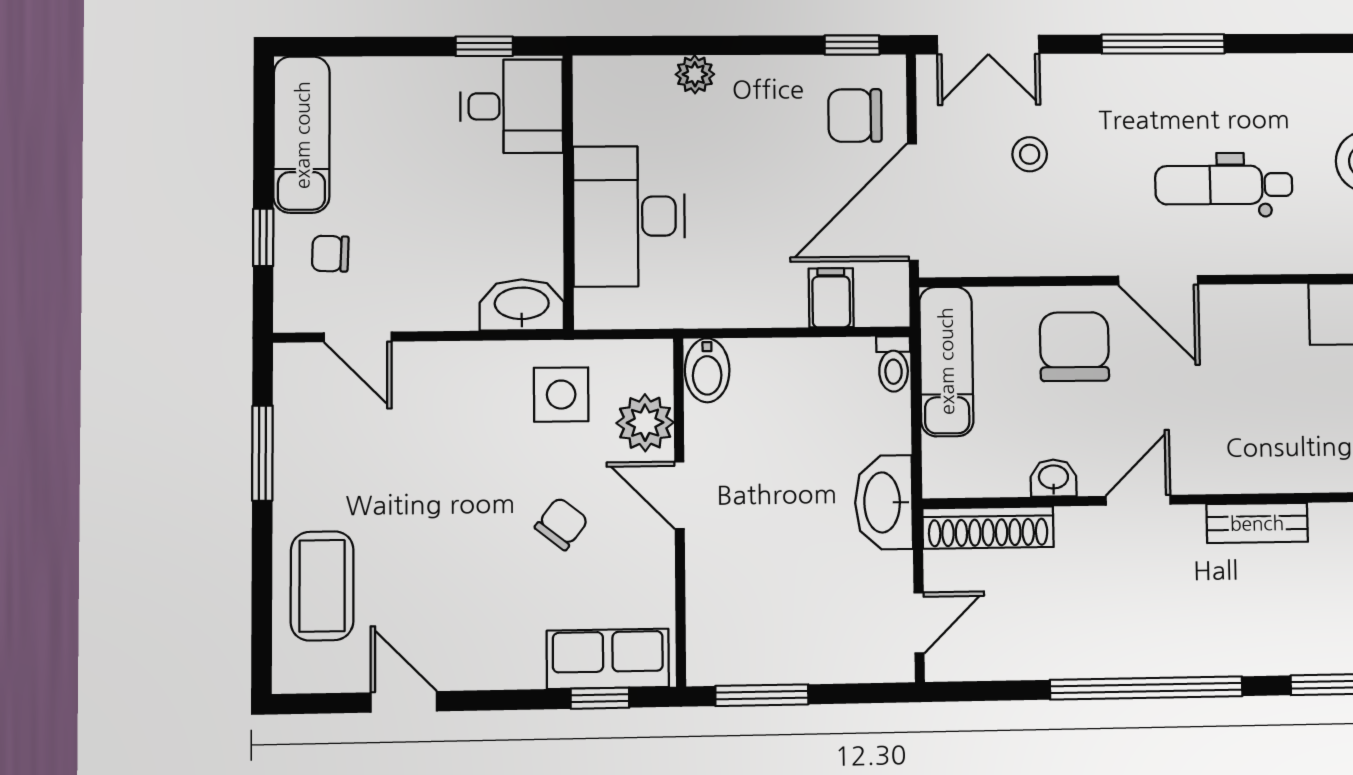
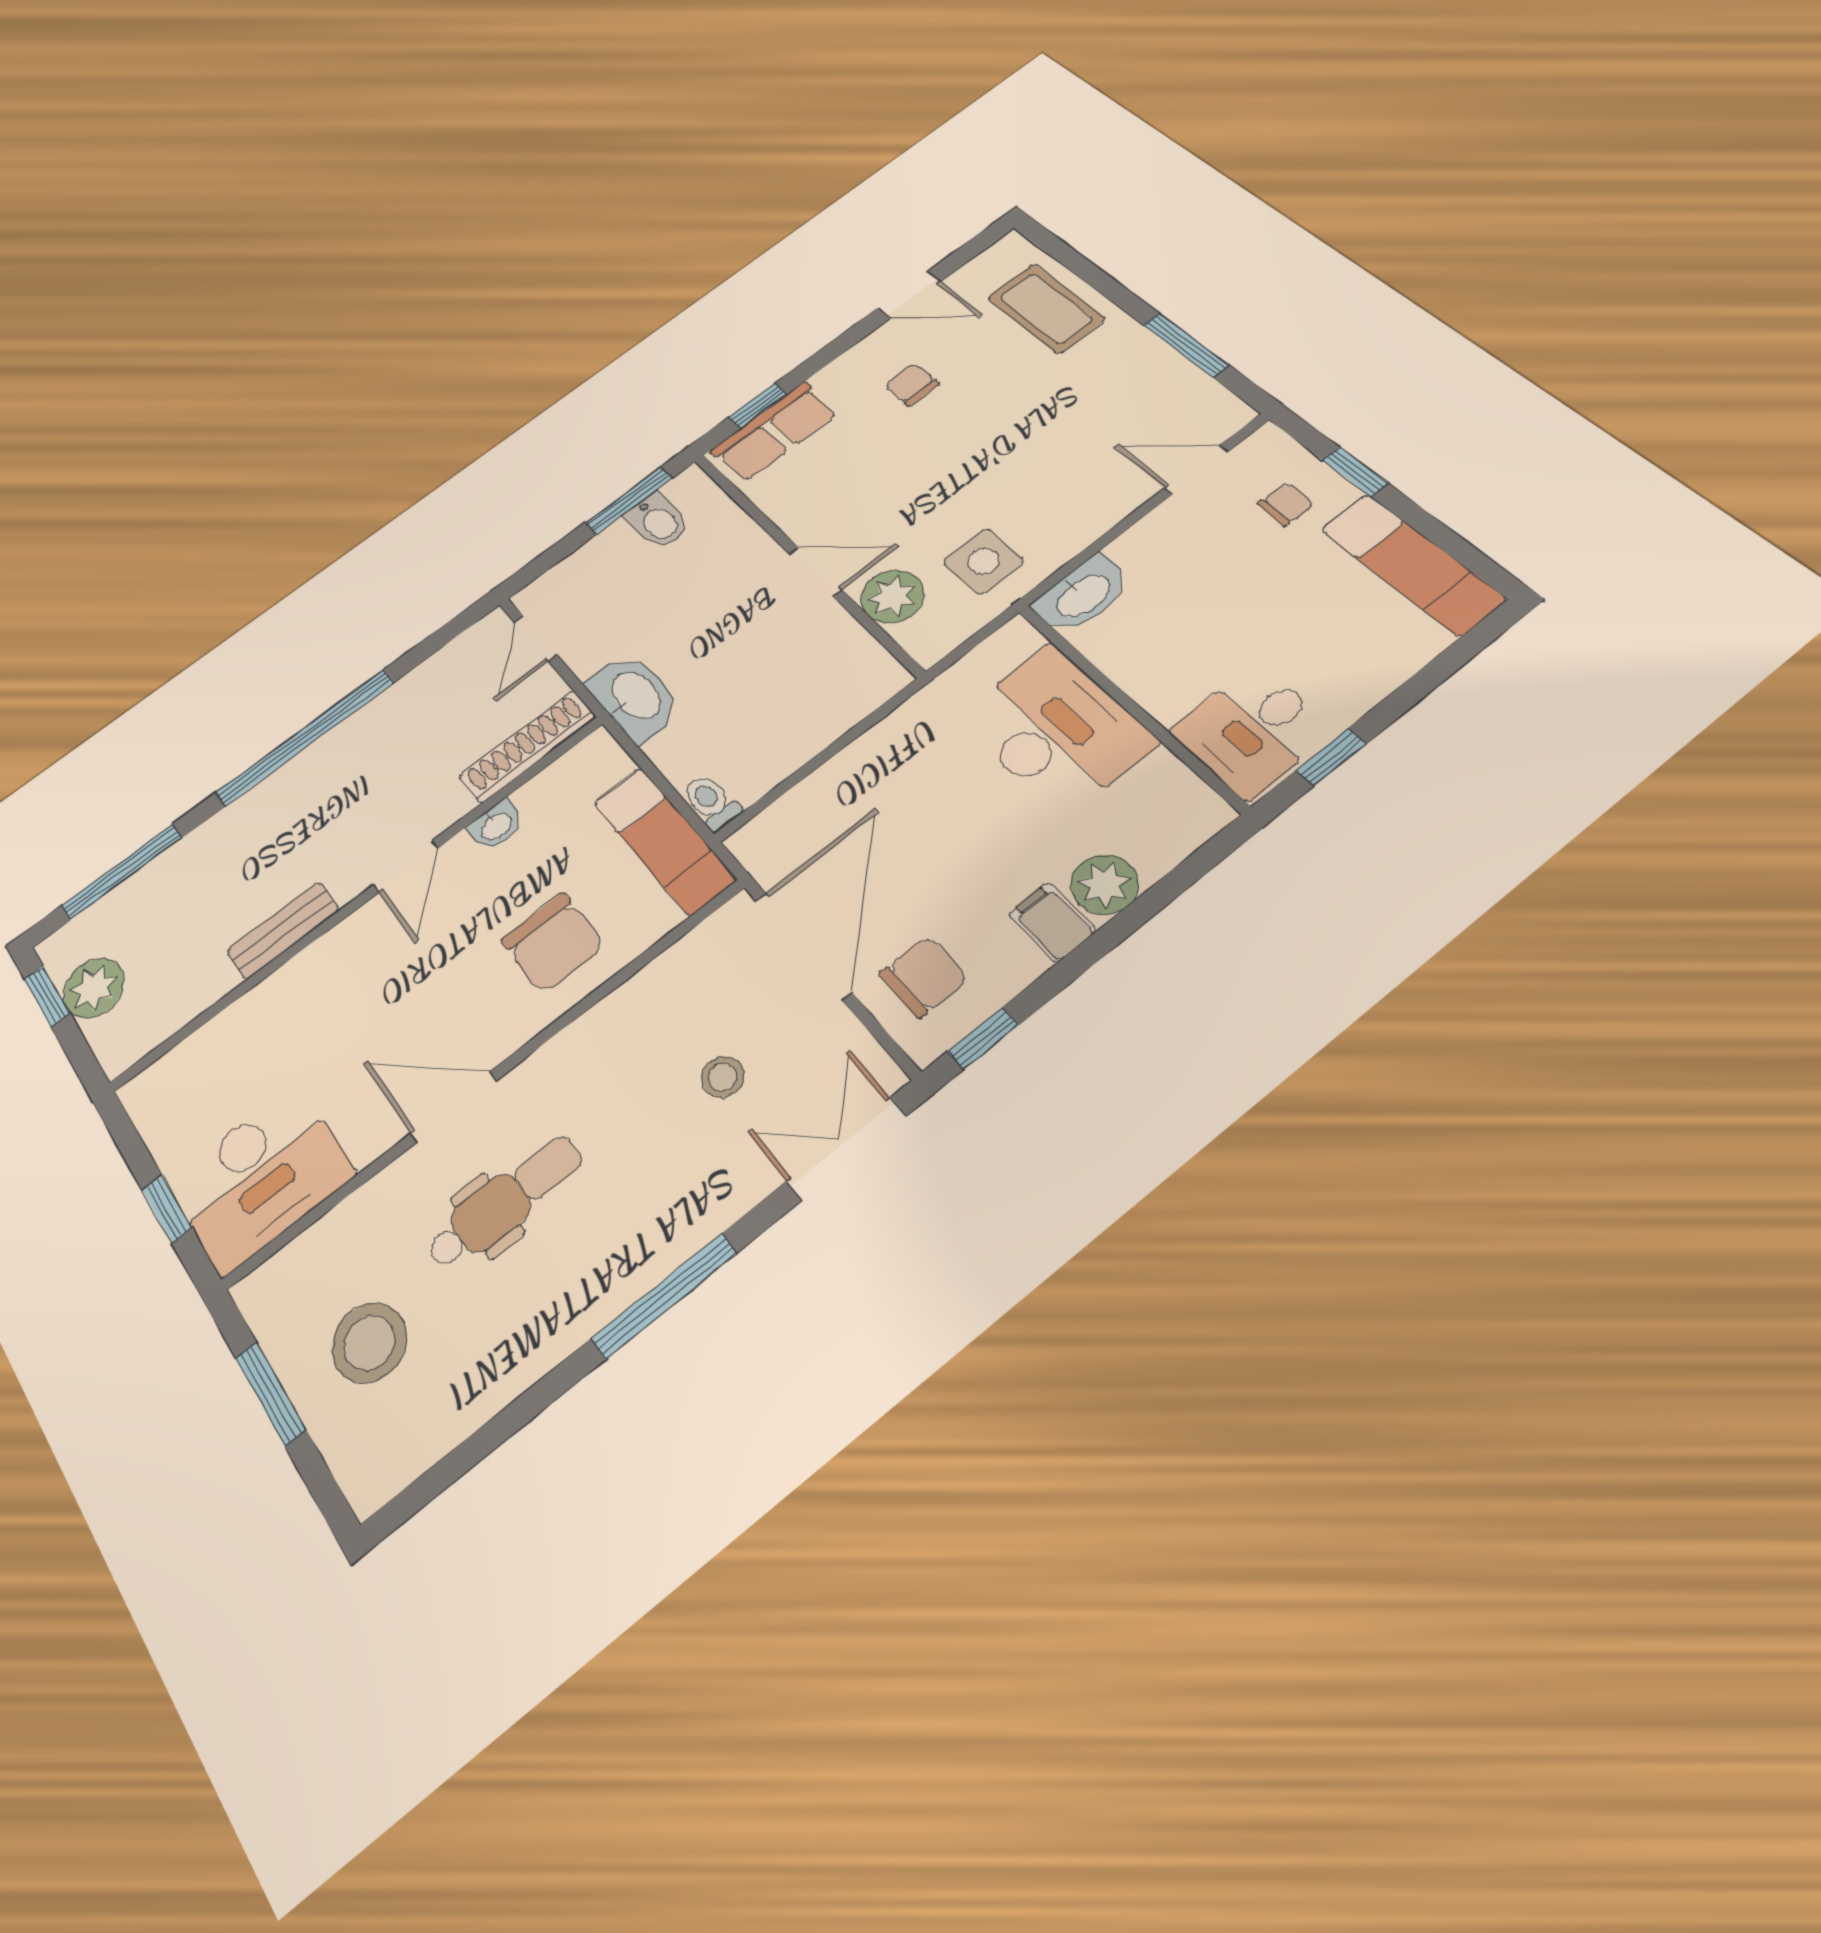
plant: (695, 74) -> (1104, 885), width x1.38, depth x1.38
door: (1158, 280) -> (453, 1107), moved
filing cabinet: (831, 298) -> (1052, 922), moved, turned 180
bidet: (707, 370) -> (658, 521), moved, turned 180
chair: (562, 524) -> (912, 385), moved, turned 142

